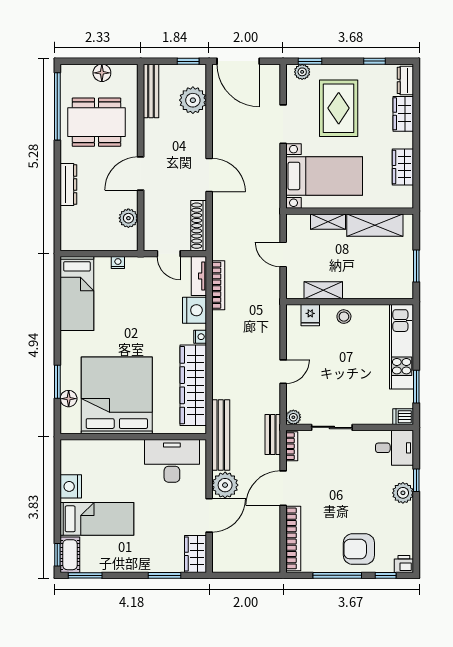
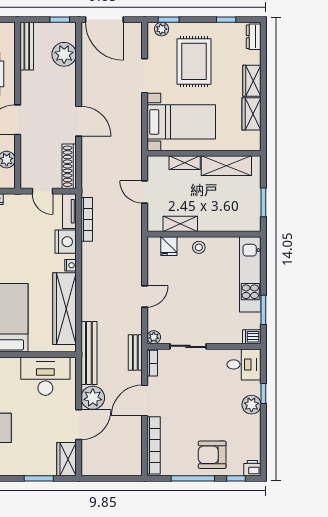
wardrobe: (403, 114) -> (252, 81), moved

